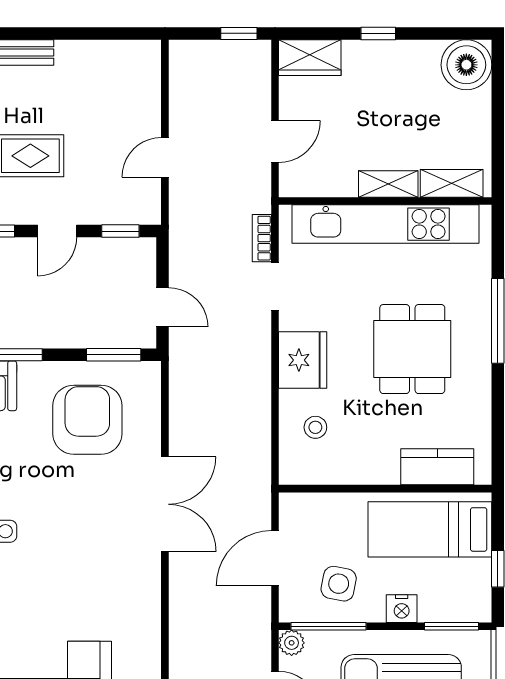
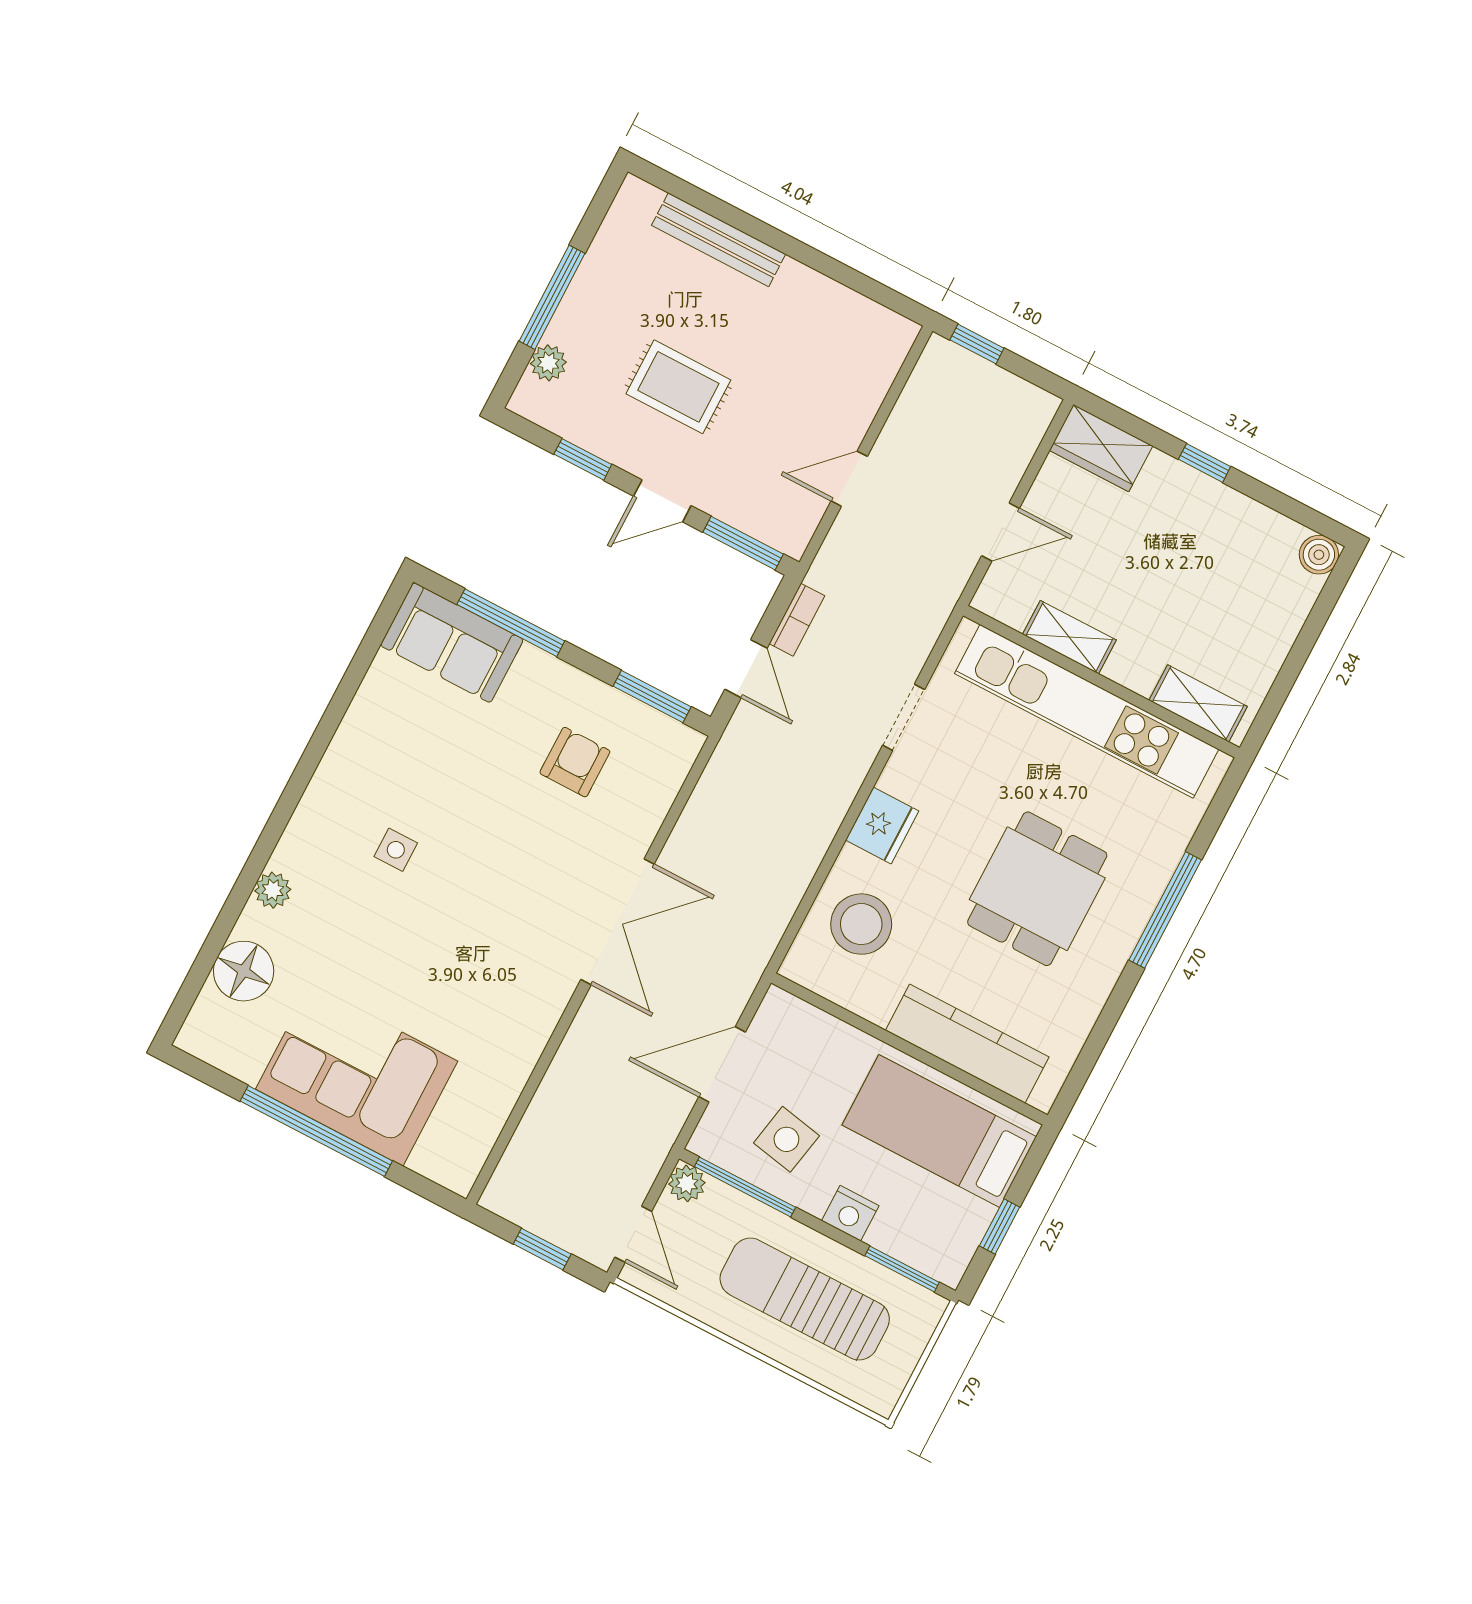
window: (239, 33) -> (977, 344), moved
boiler: (466, 65) -> (1319, 555), width x0.54, depth x0.54
shelving: (388, 184) -> (1069, 637), moved
window: (120, 231) -> (743, 543), width x1.50
bookcase: (262, 238) -> (797, 620), moved, turned 180
fridge: (303, 360) -> (882, 826), width x0.73, depth x0.75
armchair: (87, 420) -> (575, 762), width x0.53, depth x0.53
stool: (315, 427) -> (861, 924), width x1.89, depth x1.89
kitchen counter: (437, 467) -> (967, 1044), width x1.50

